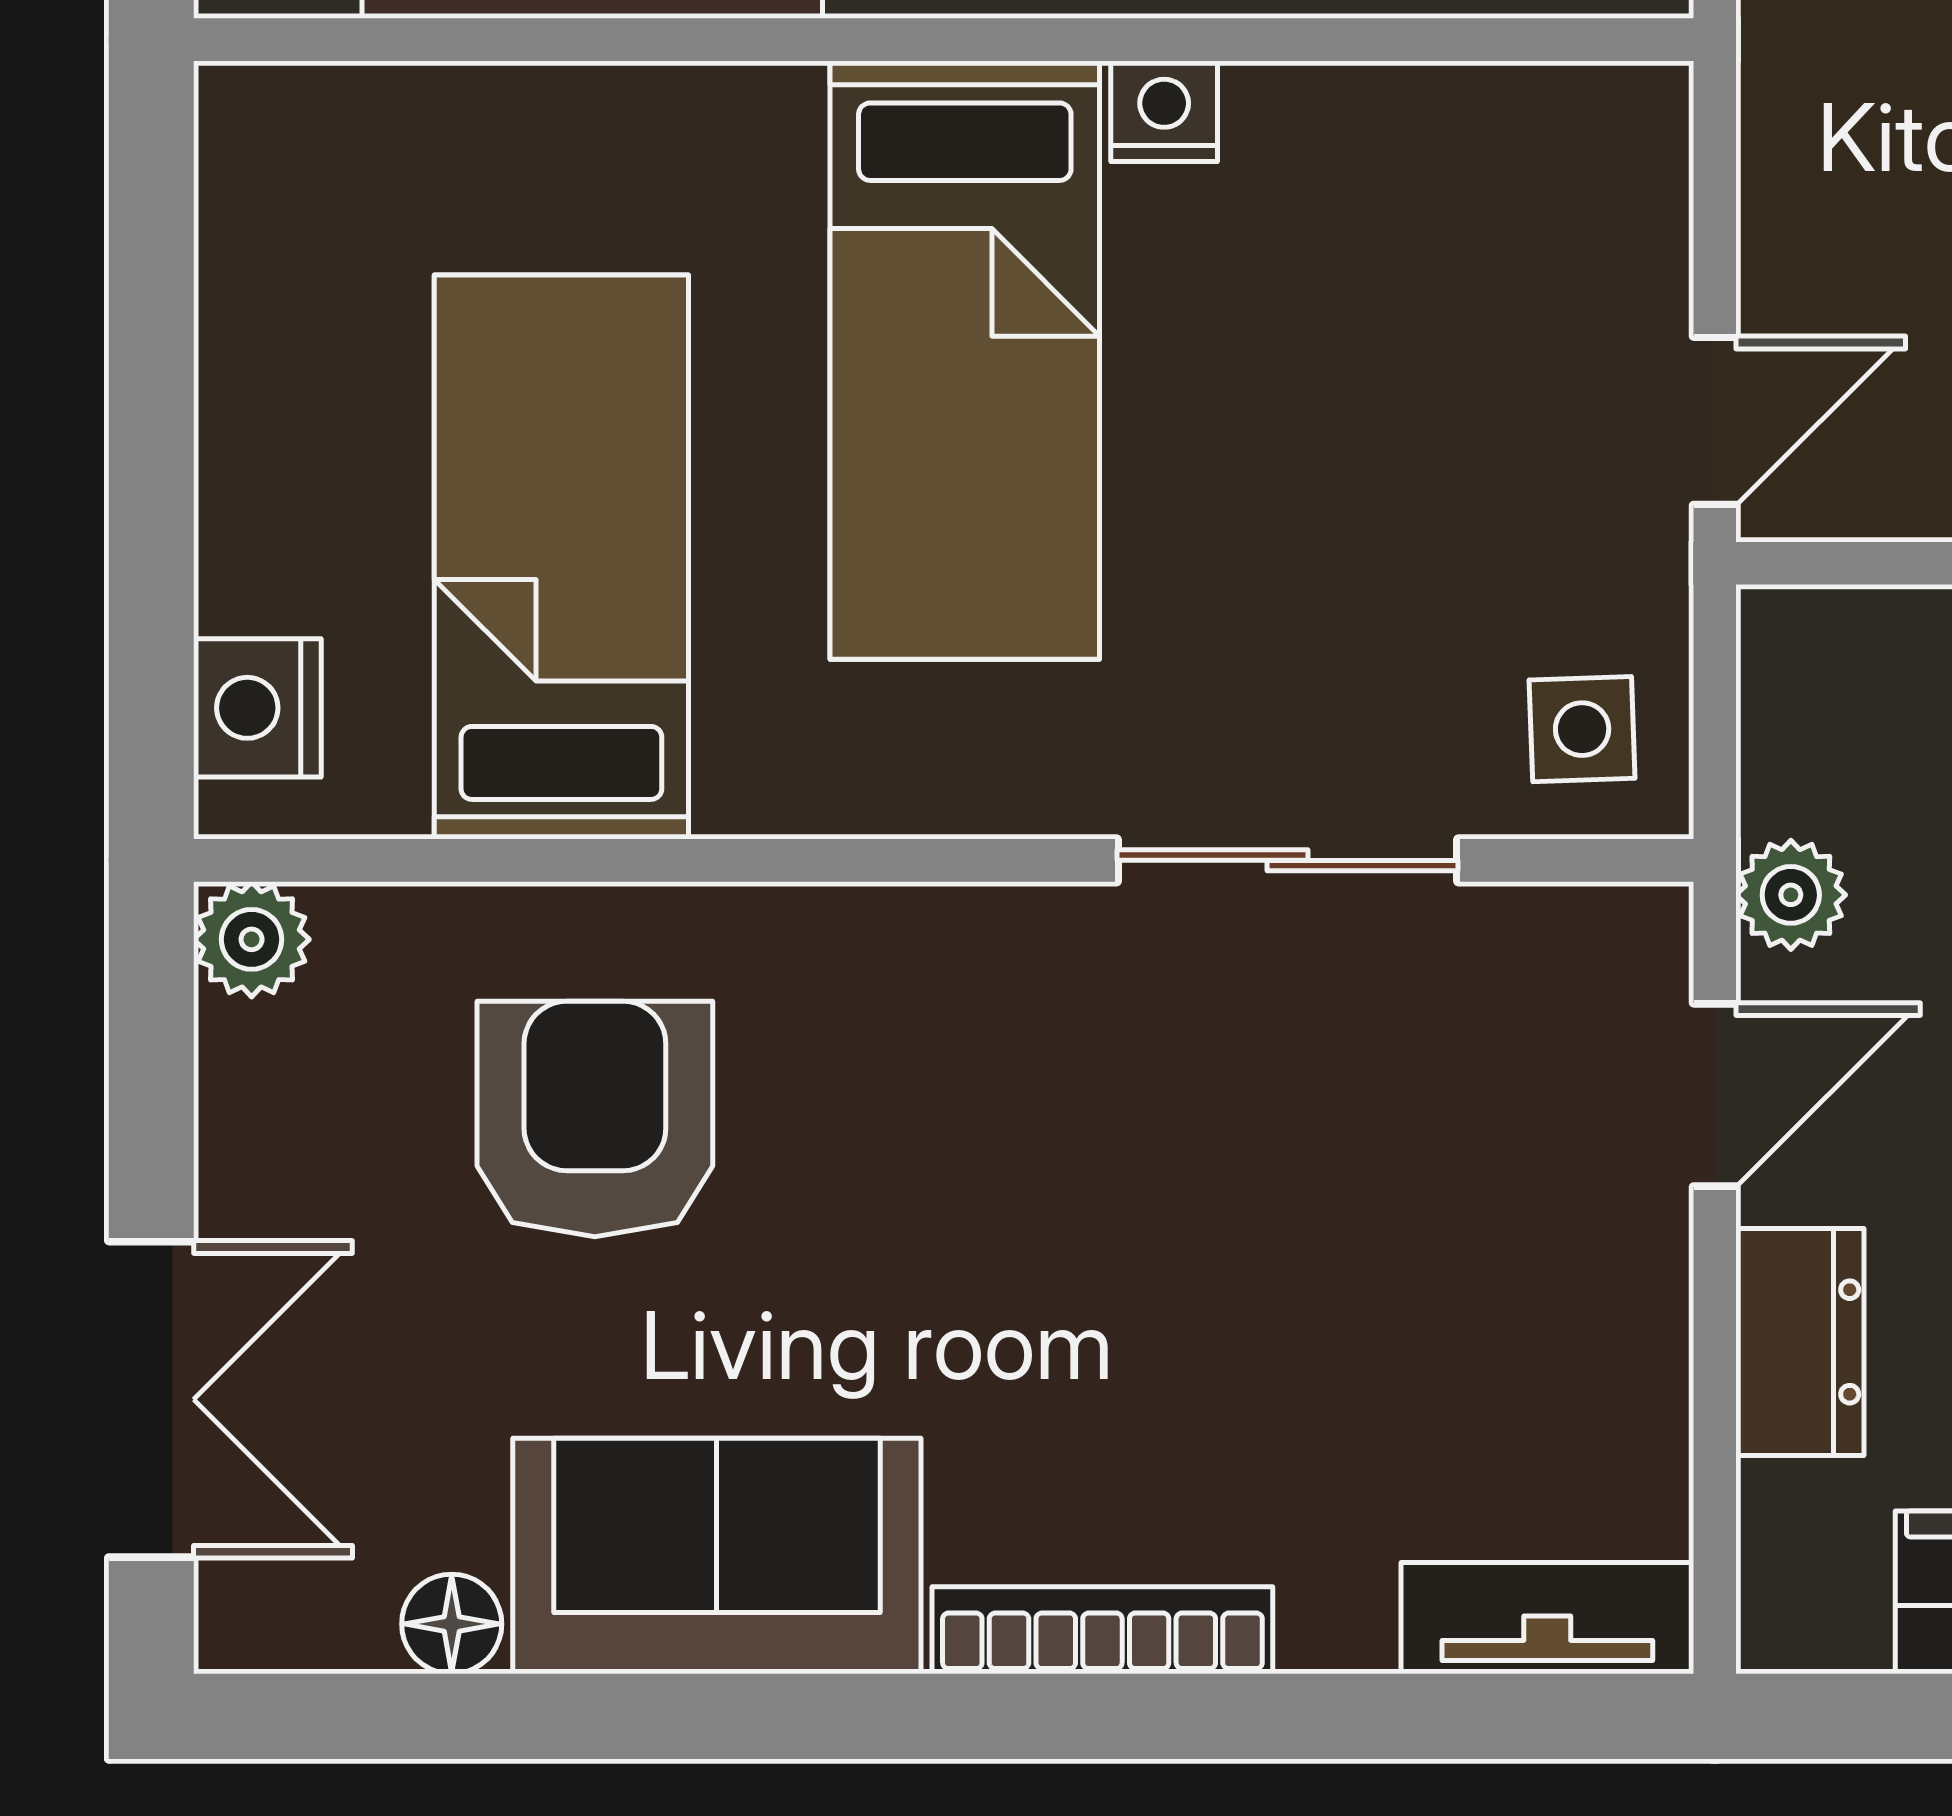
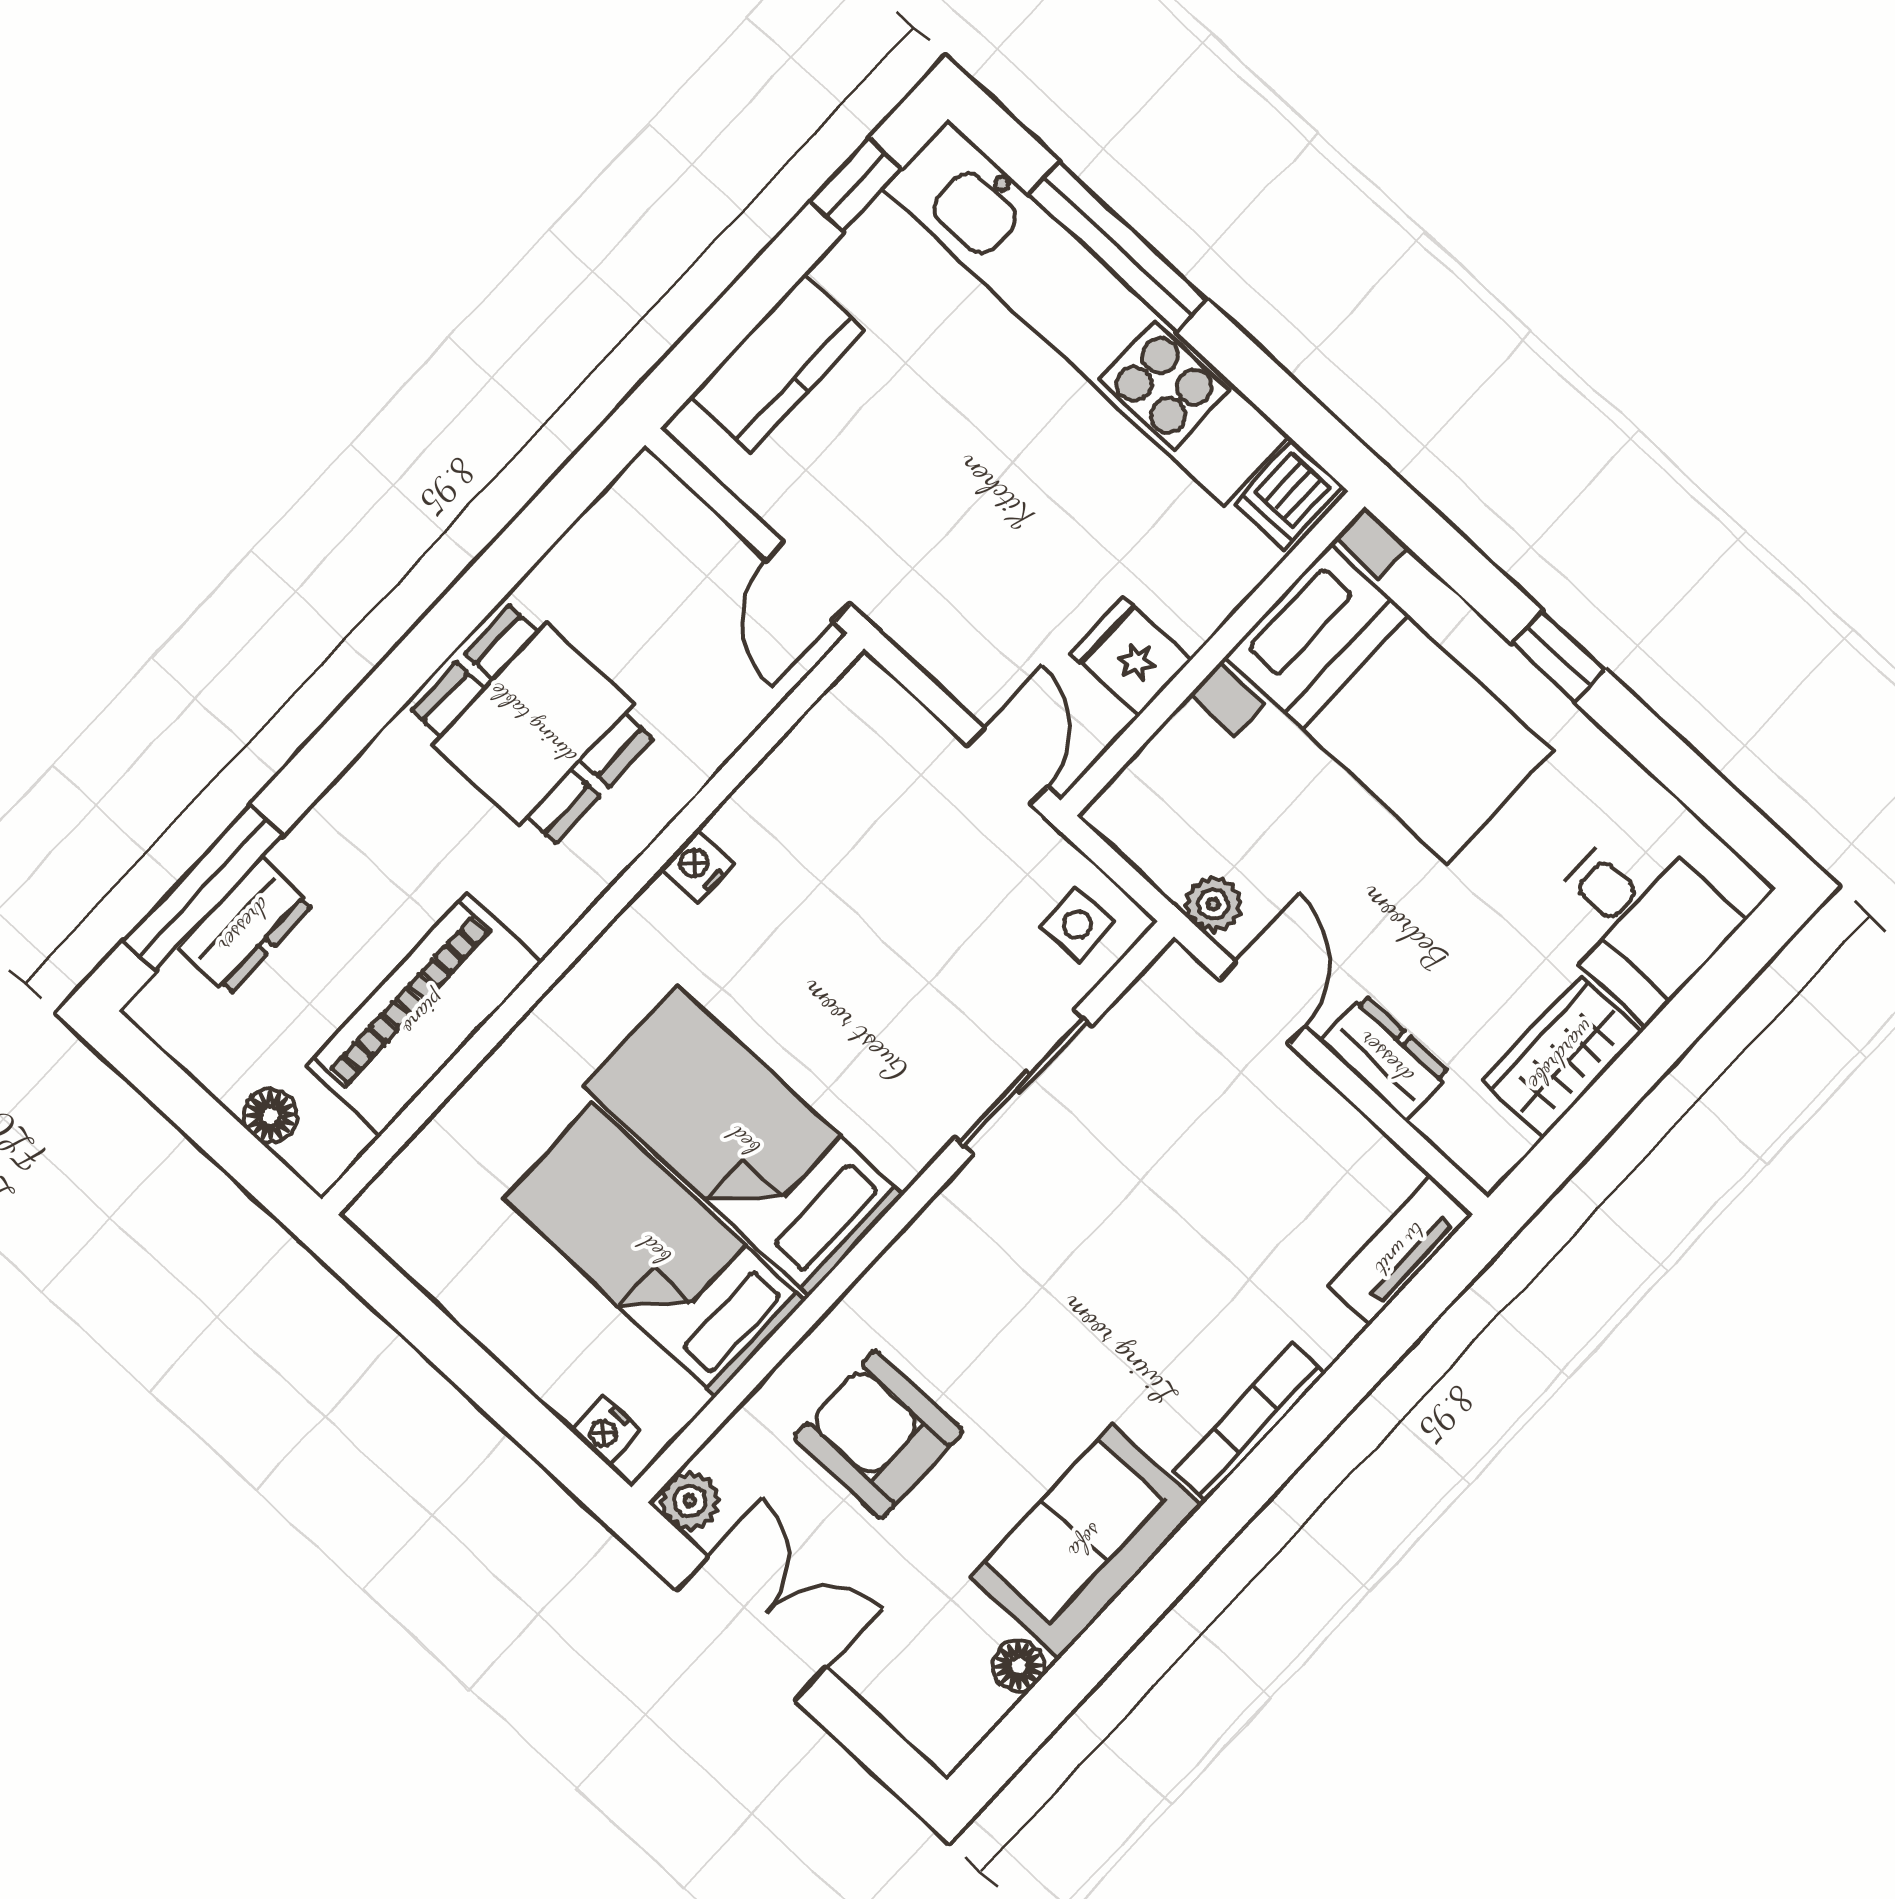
bed: (965, 360) -> (743, 1141), moved, turned 180
nightstand: (257, 708) -> (606, 1431), width x0.72, depth x0.74
double door: (151, 1399) -> (751, 1629), moved

